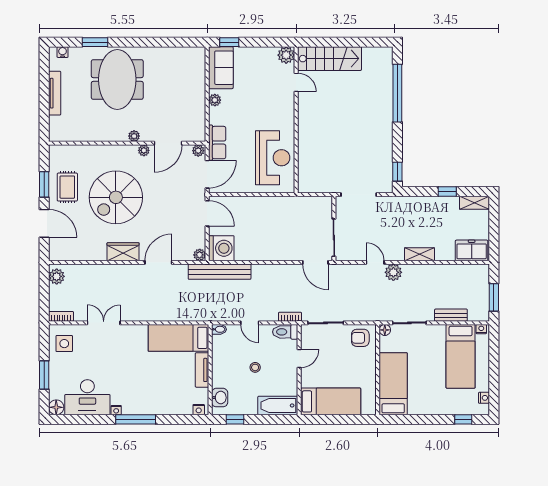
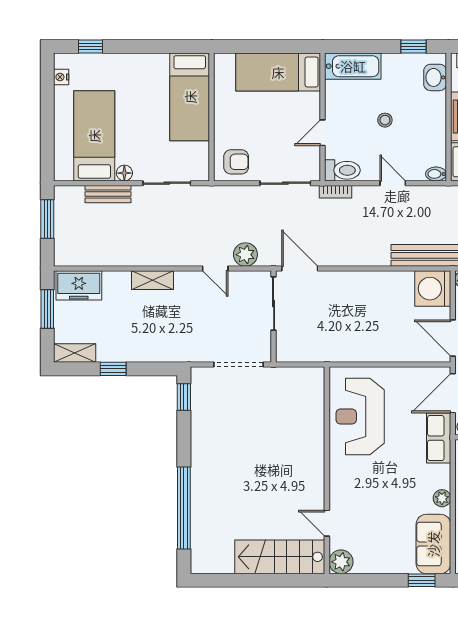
window: (494, 234) -> (47, 309), added
plant: (393, 272) -> (245, 255), moved
nightstand: (481, 329) -> (65, 174), removed
floor lamp: (385, 330) -> (124, 173), moved

